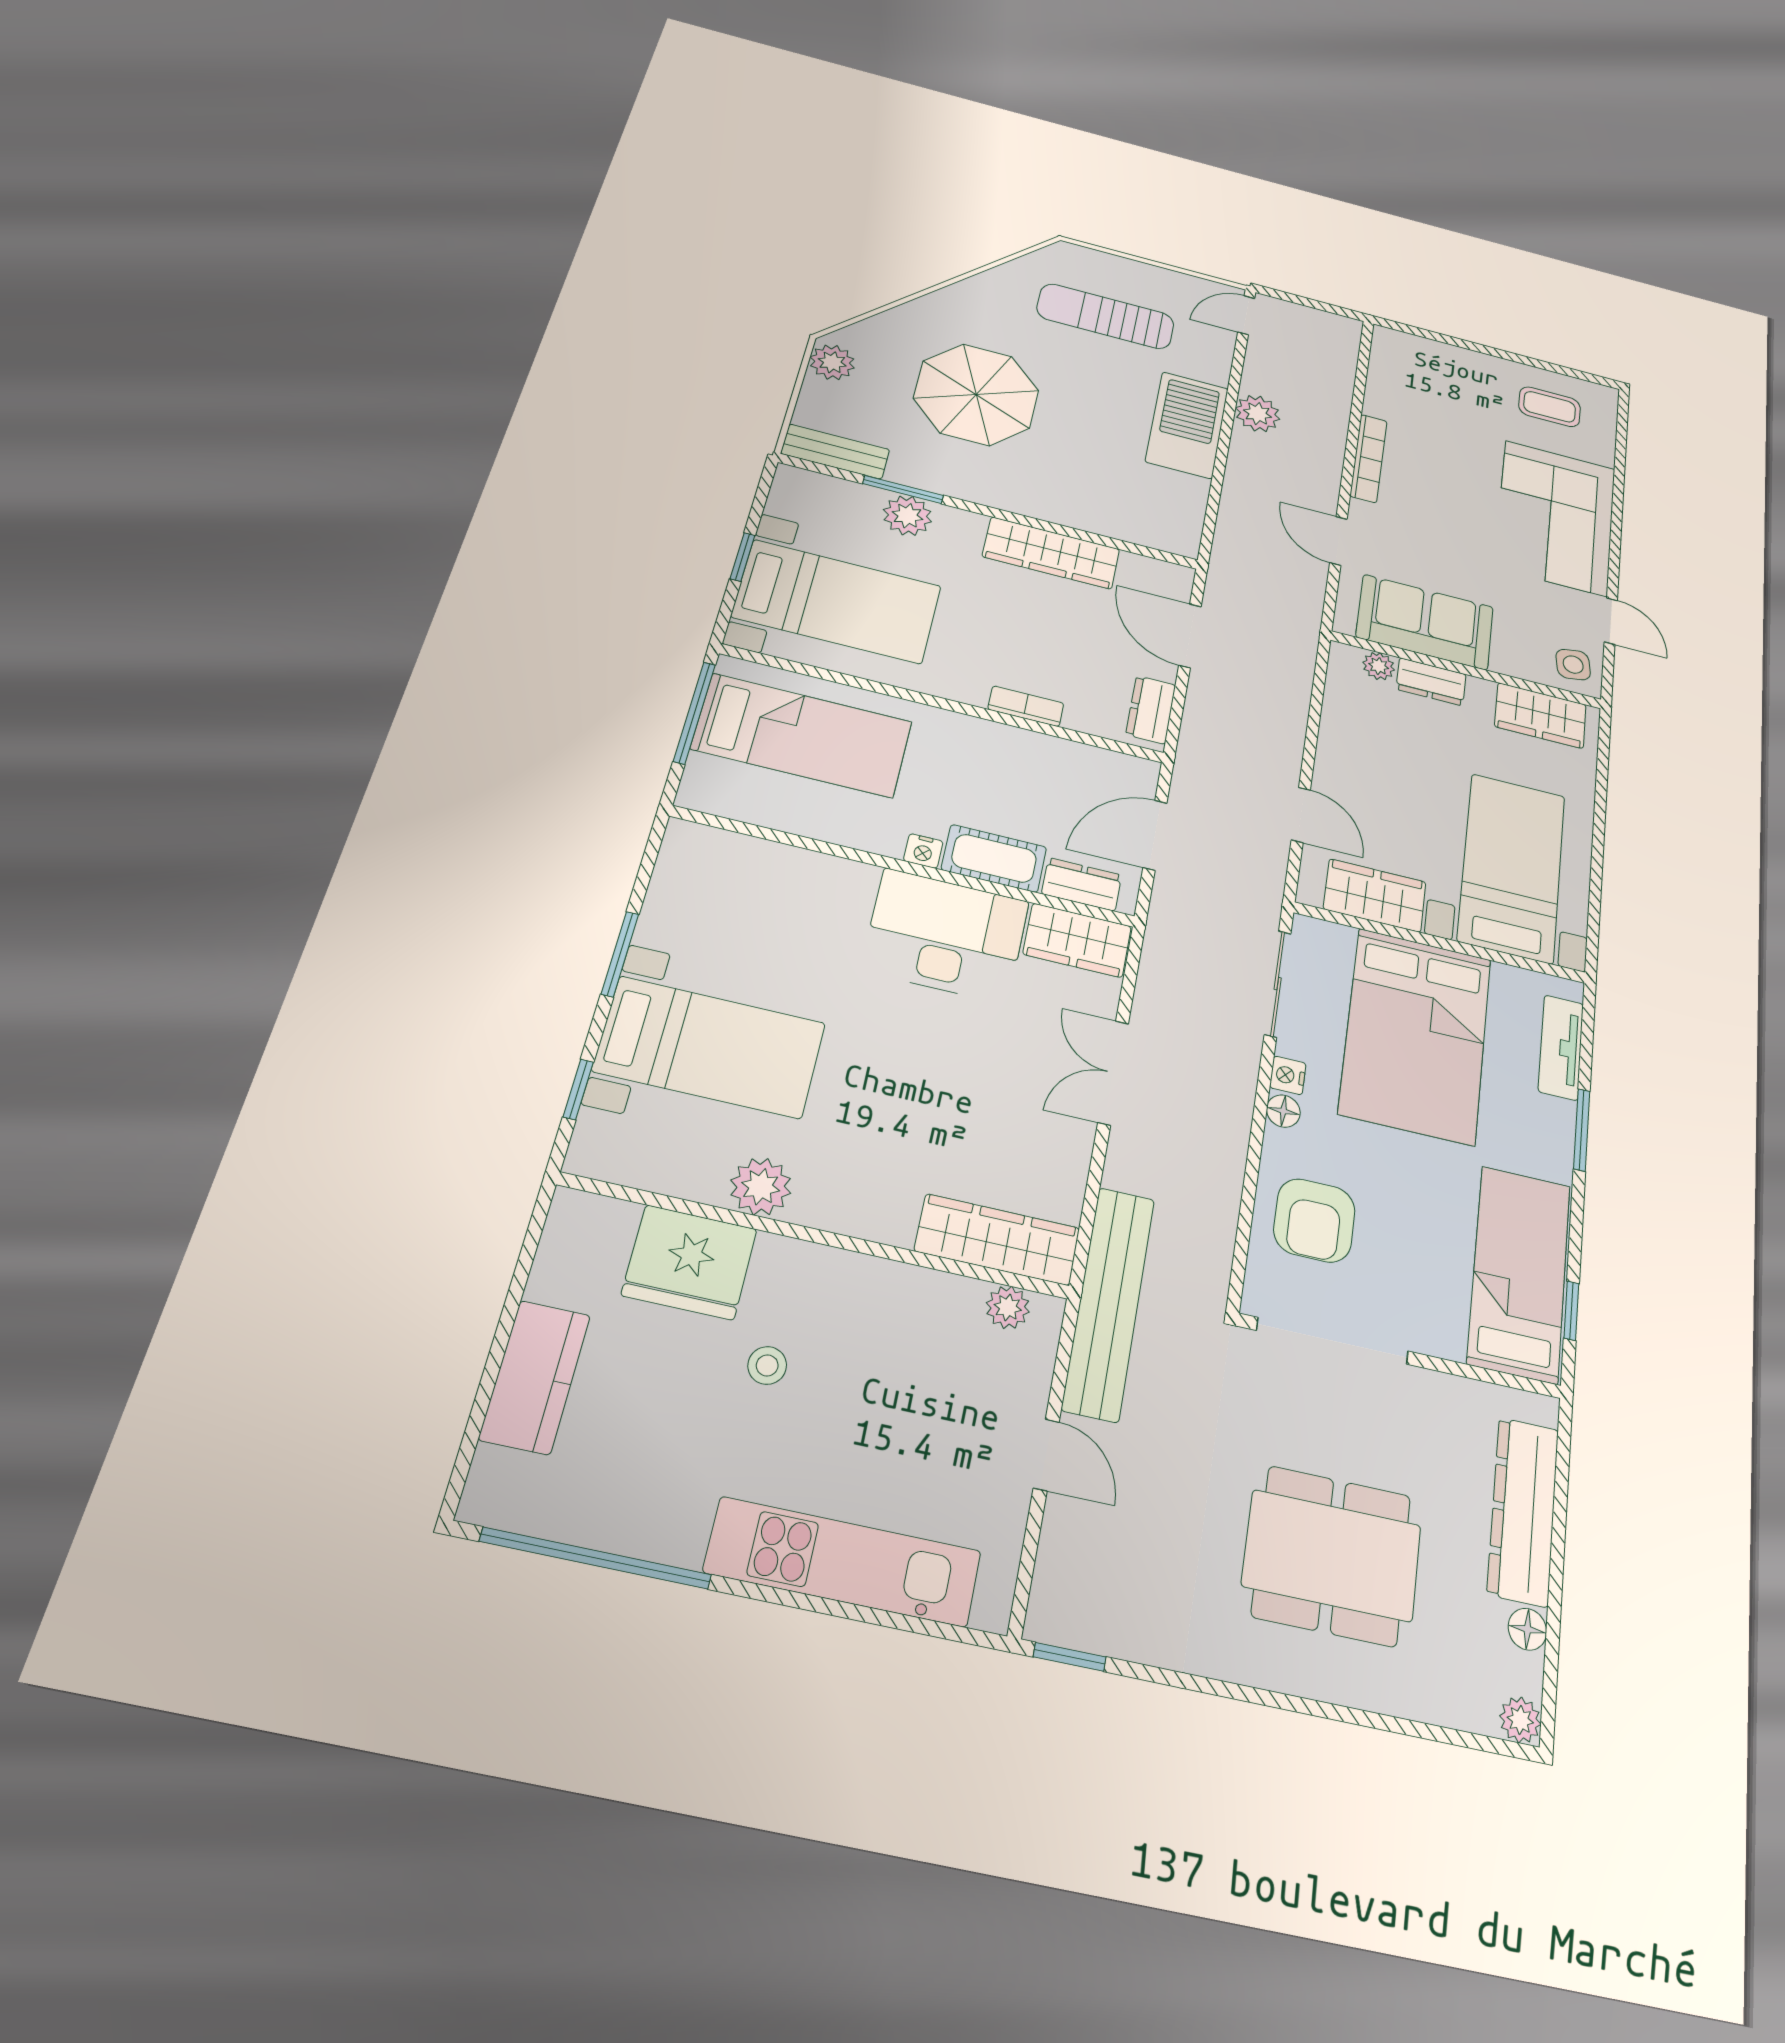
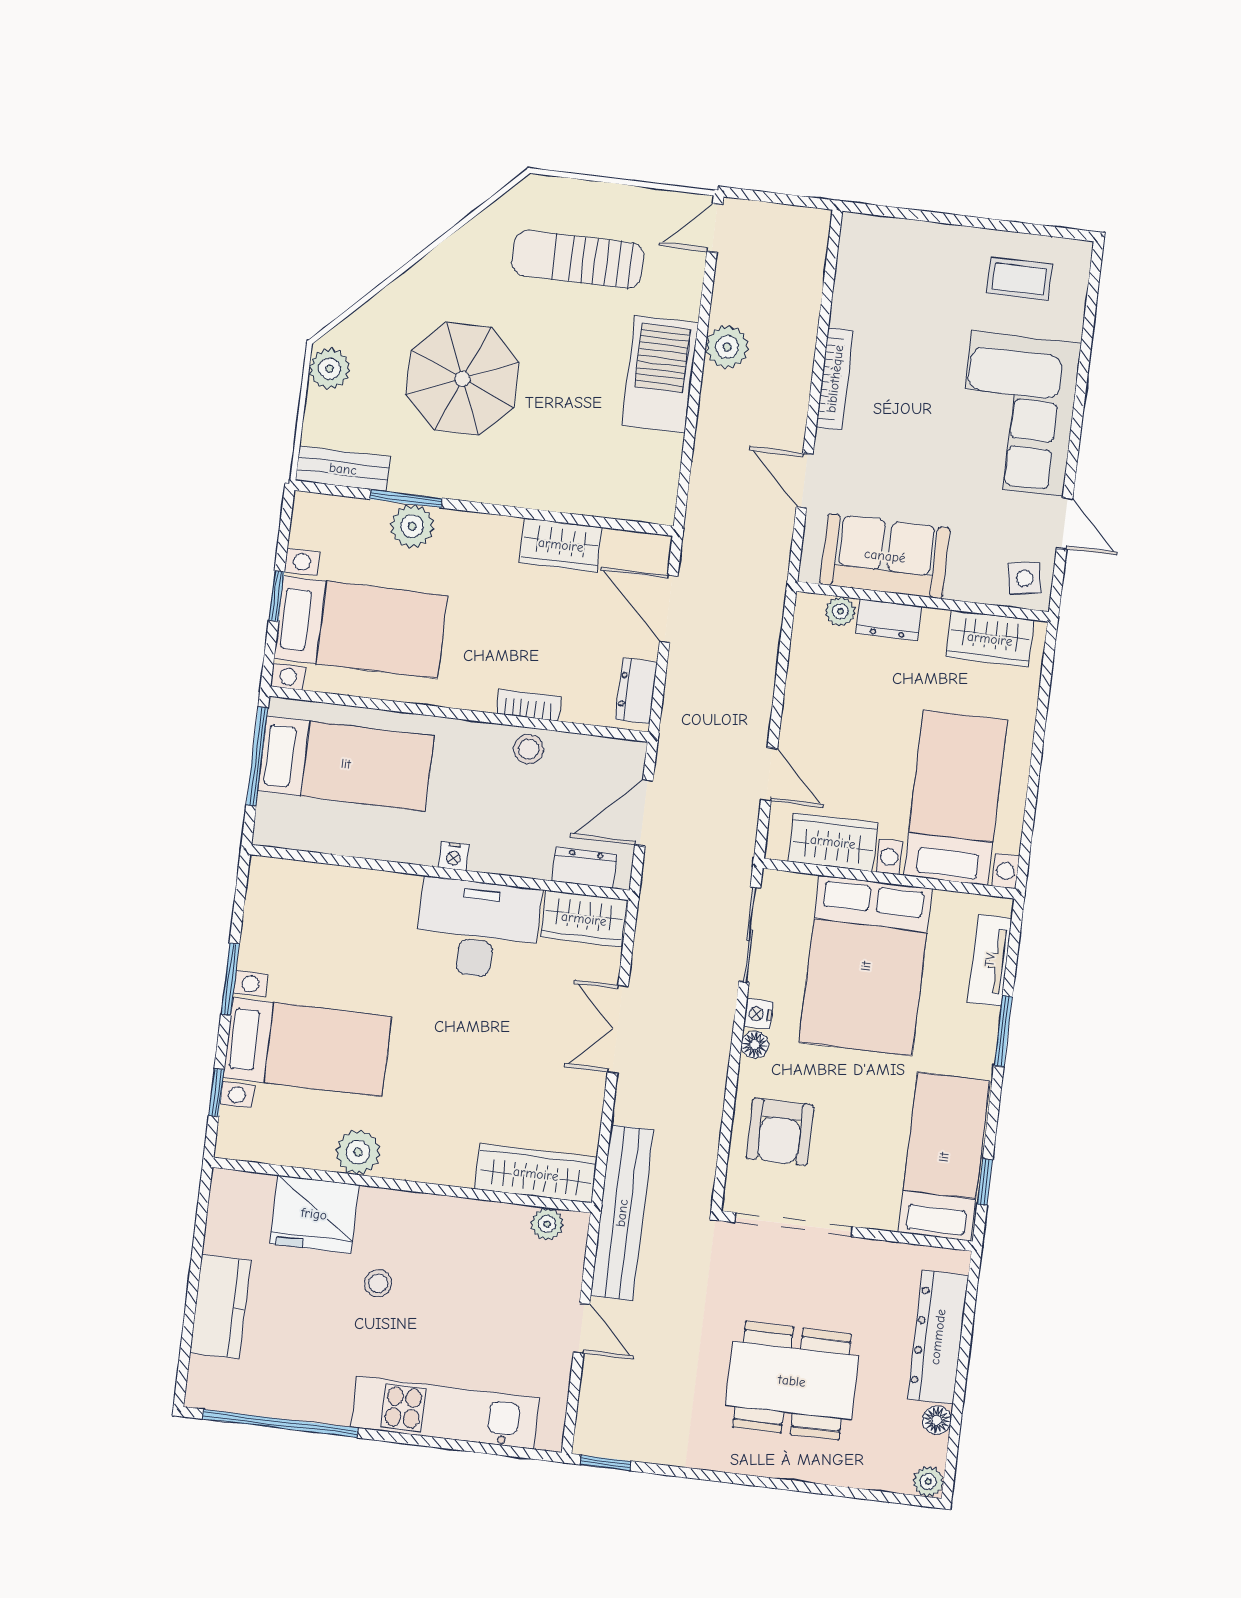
wardrobe: (1051, 553) -> (561, 545), width x0.67
stool: (1023, 751) -> (529, 749), added
cot: (994, 858) -> (512, 854), removed

